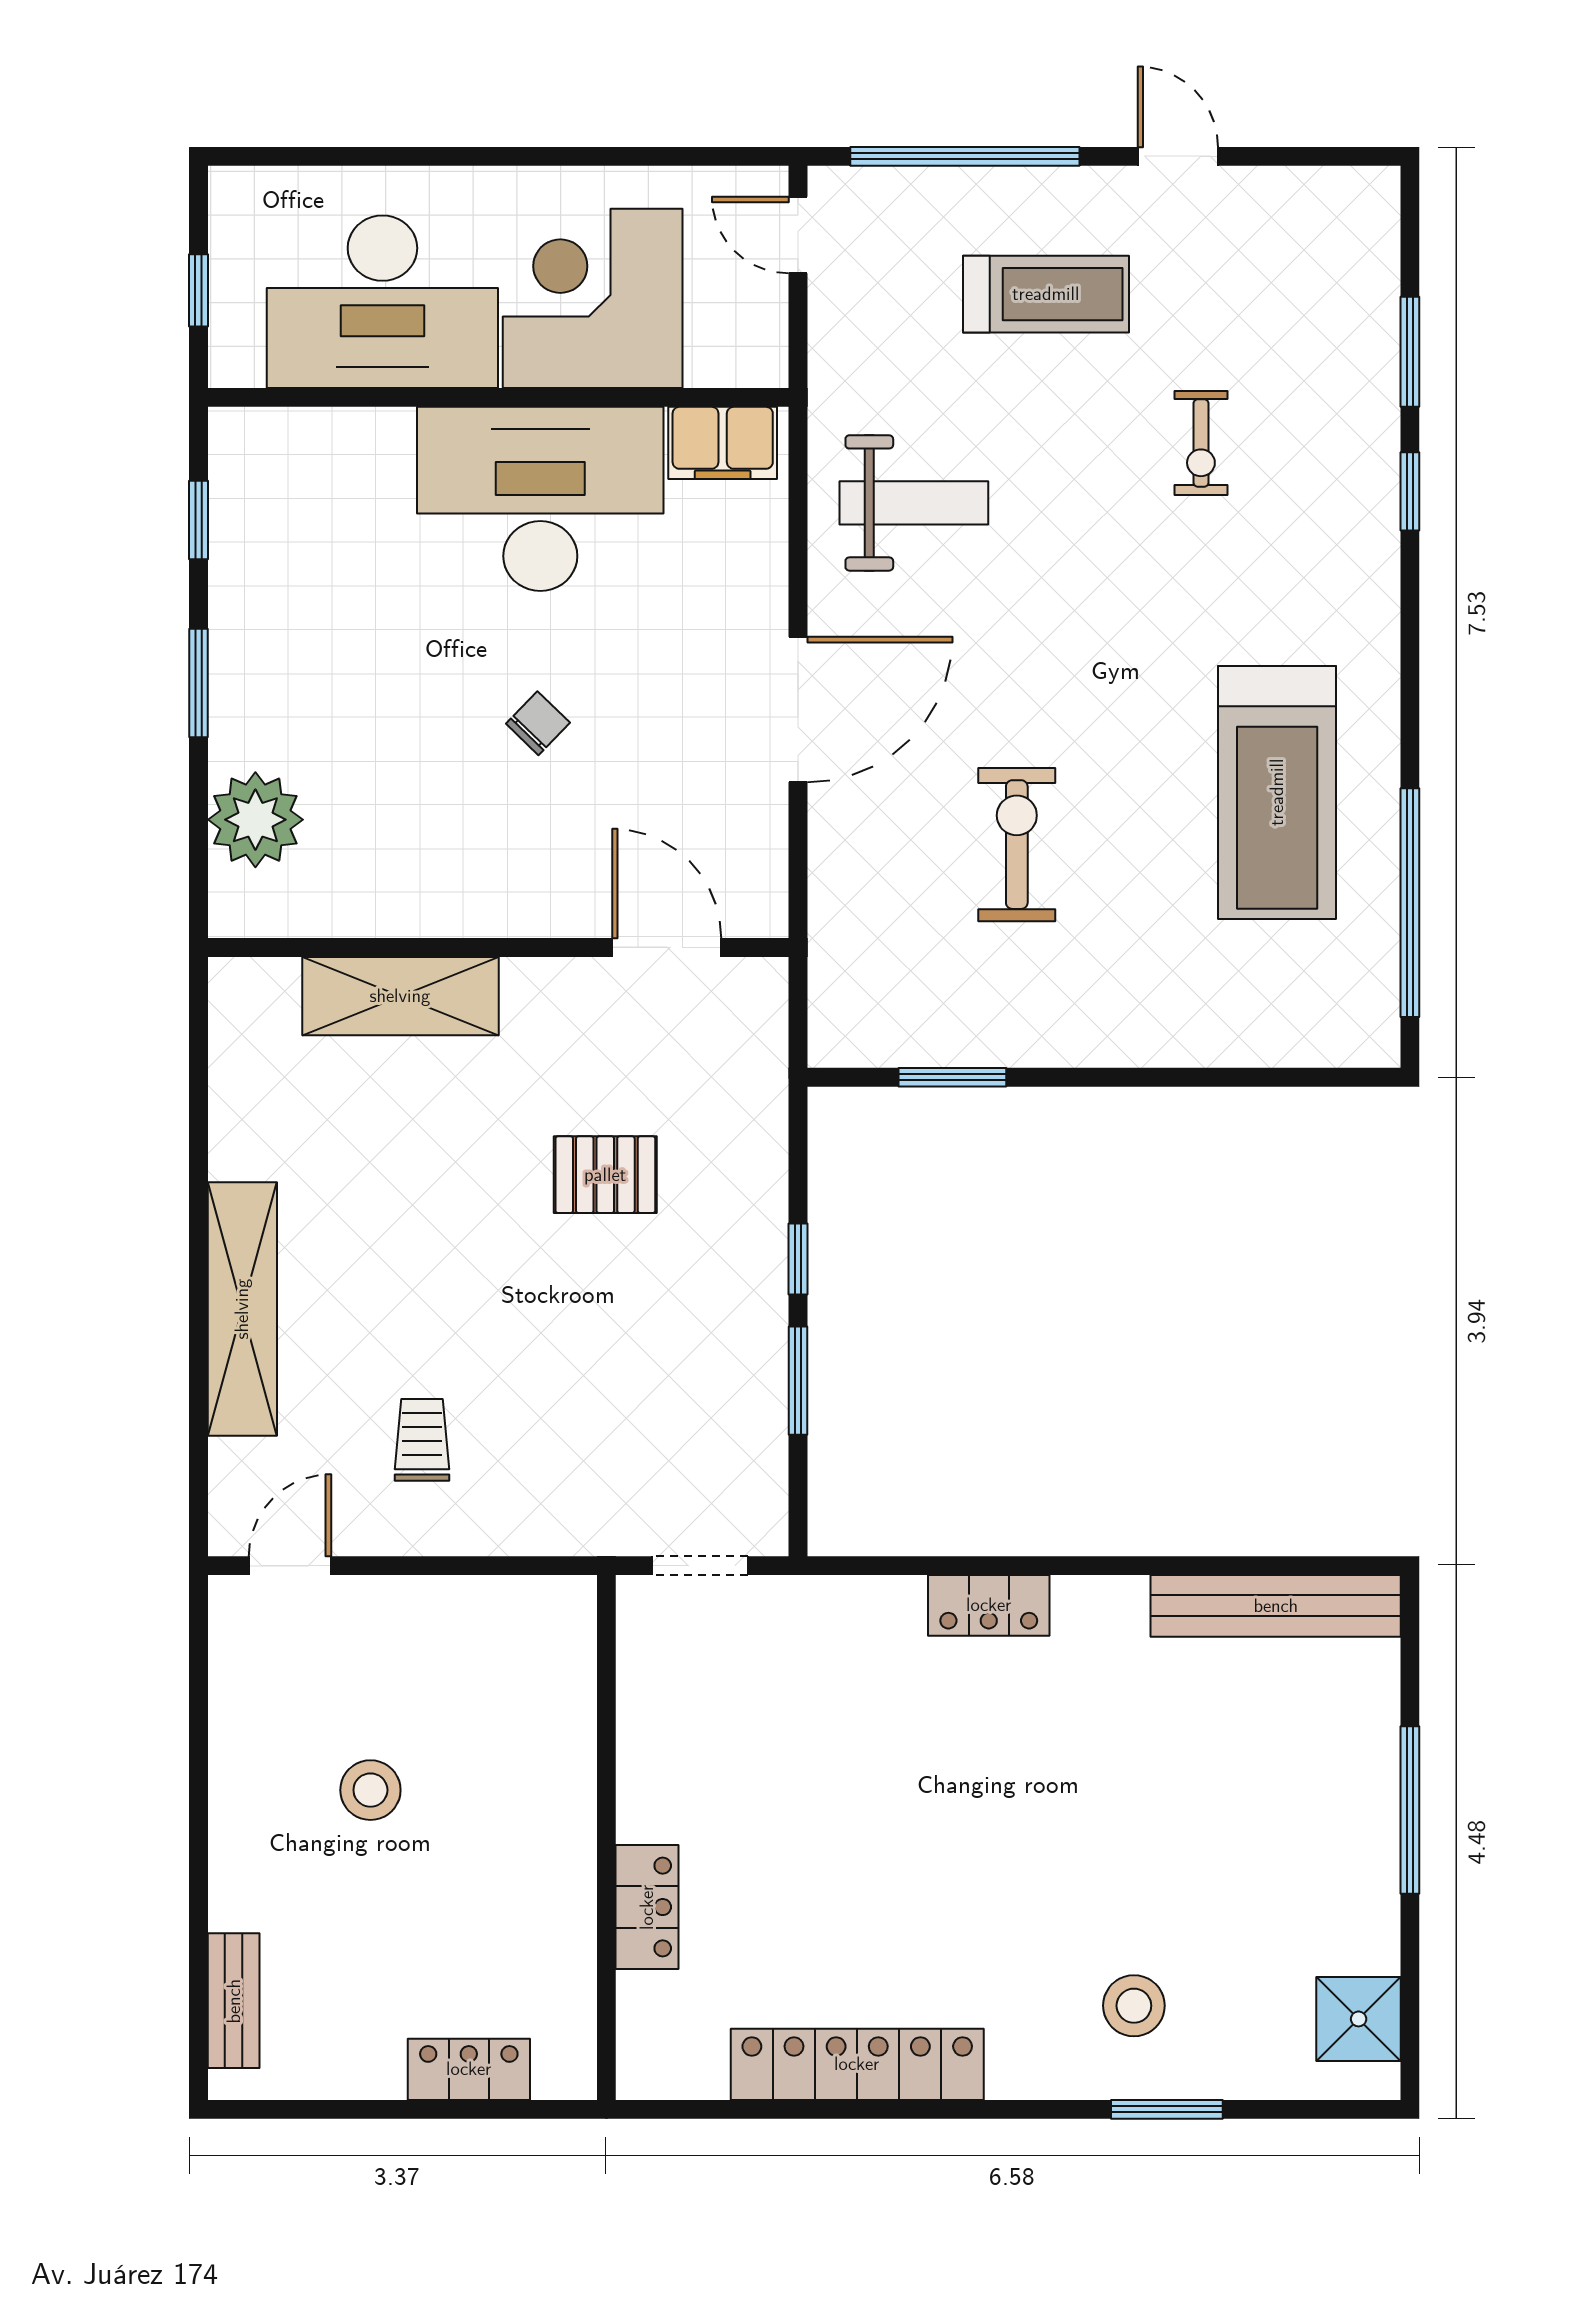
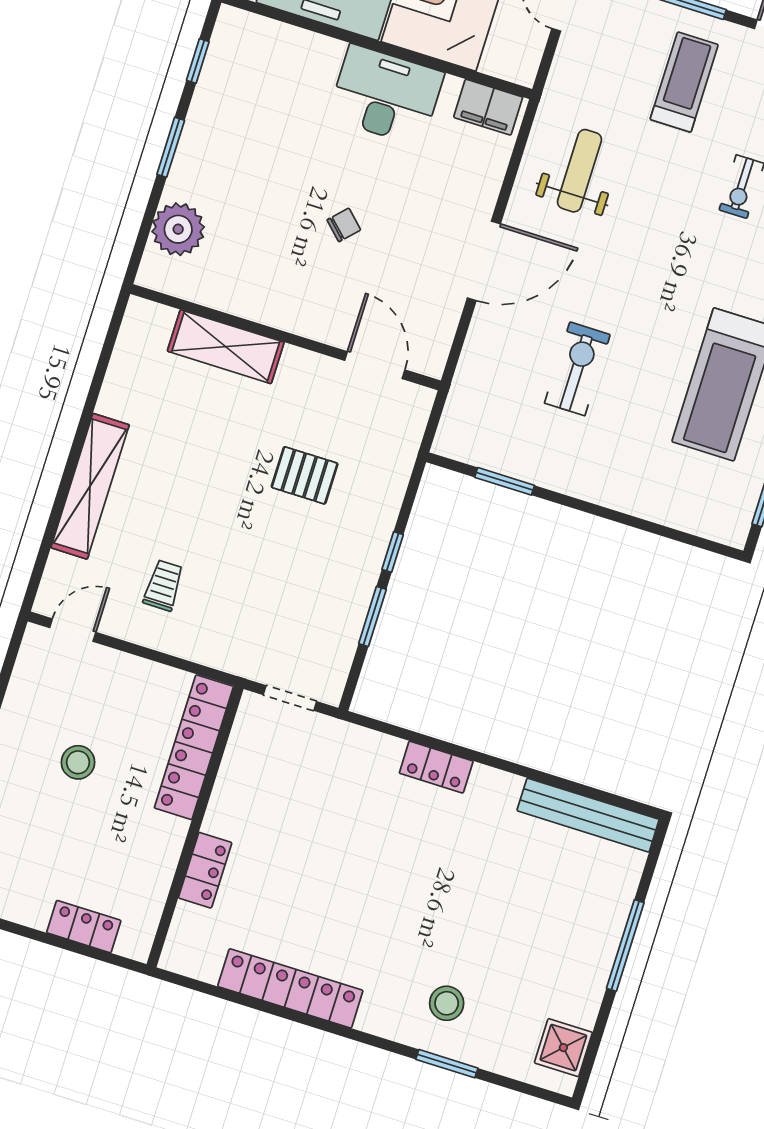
treadmill: (1046, 294) -> (684, 82), turned -90
desk: (540, 499) -> (386, 95), width x0.73, depth x0.77
weight bench: (914, 503) -> (580, 171), turned -90
locker: (561, 1702) -> (194, 747), added

